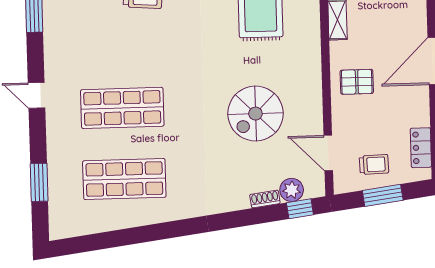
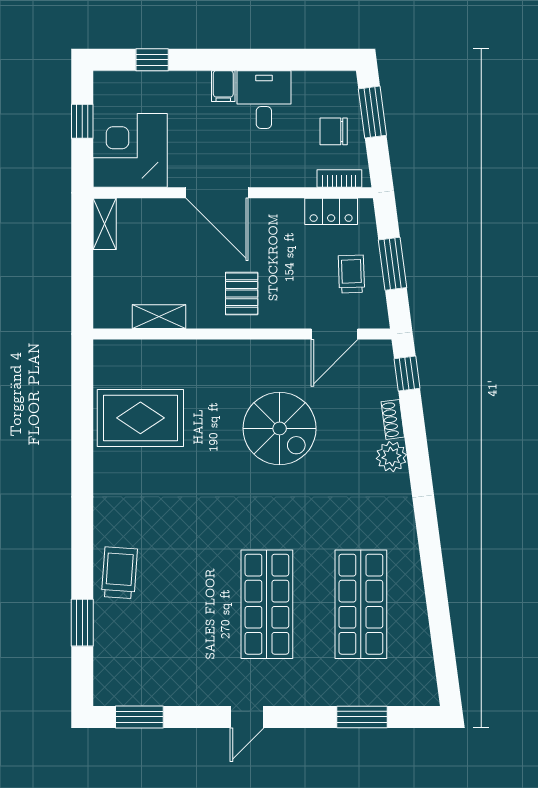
plant: (292, 190) -> (391, 457), moved

